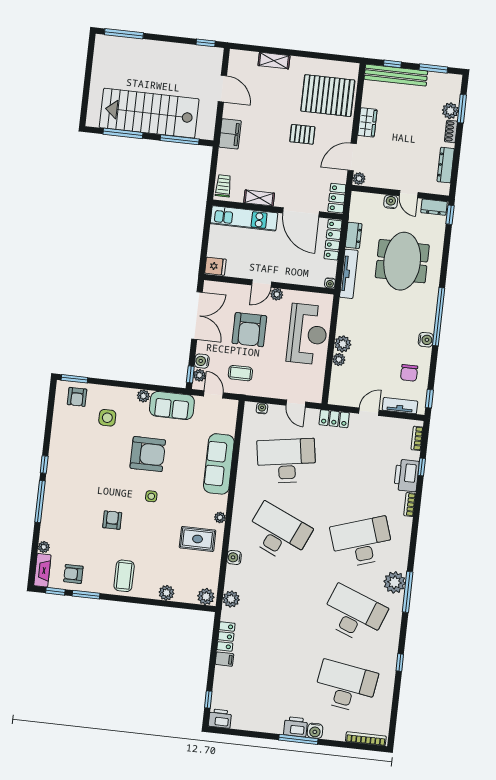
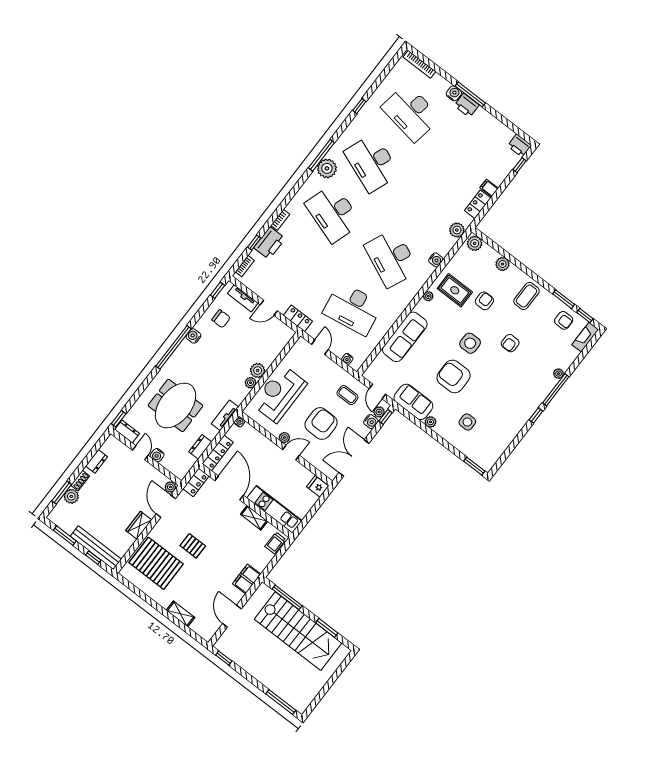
window: (123, 133) -> (327, 628), width x0.69
door: (352, 157) -> (166, 506), swing flipped
dresser: (446, 165) -> (97, 461), width x0.70
tv unit: (349, 274) -> (225, 415), width x0.71
plant: (339, 360) -> (251, 383), moved
chair: (409, 373) -> (221, 319), turned 90
armchair: (77, 397) -> (484, 301), moved
side table: (151, 496) -> (470, 343), width x1.87, depth x1.87
desk: (362, 542) -> (333, 213), turned 36
plant: (44, 547) -> (558, 374), moved

